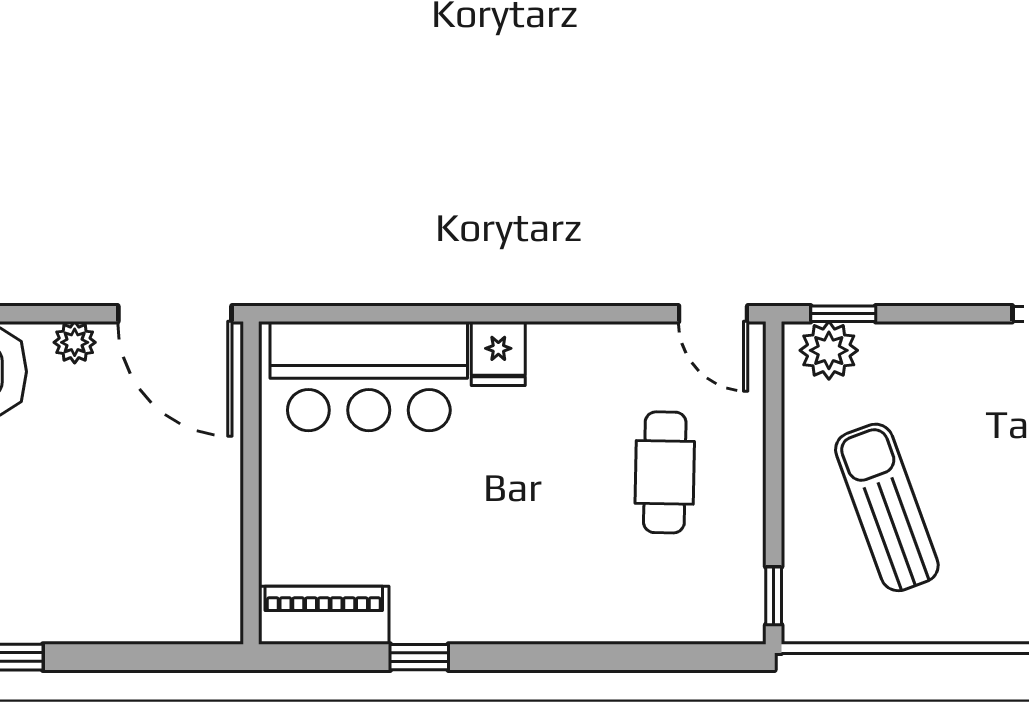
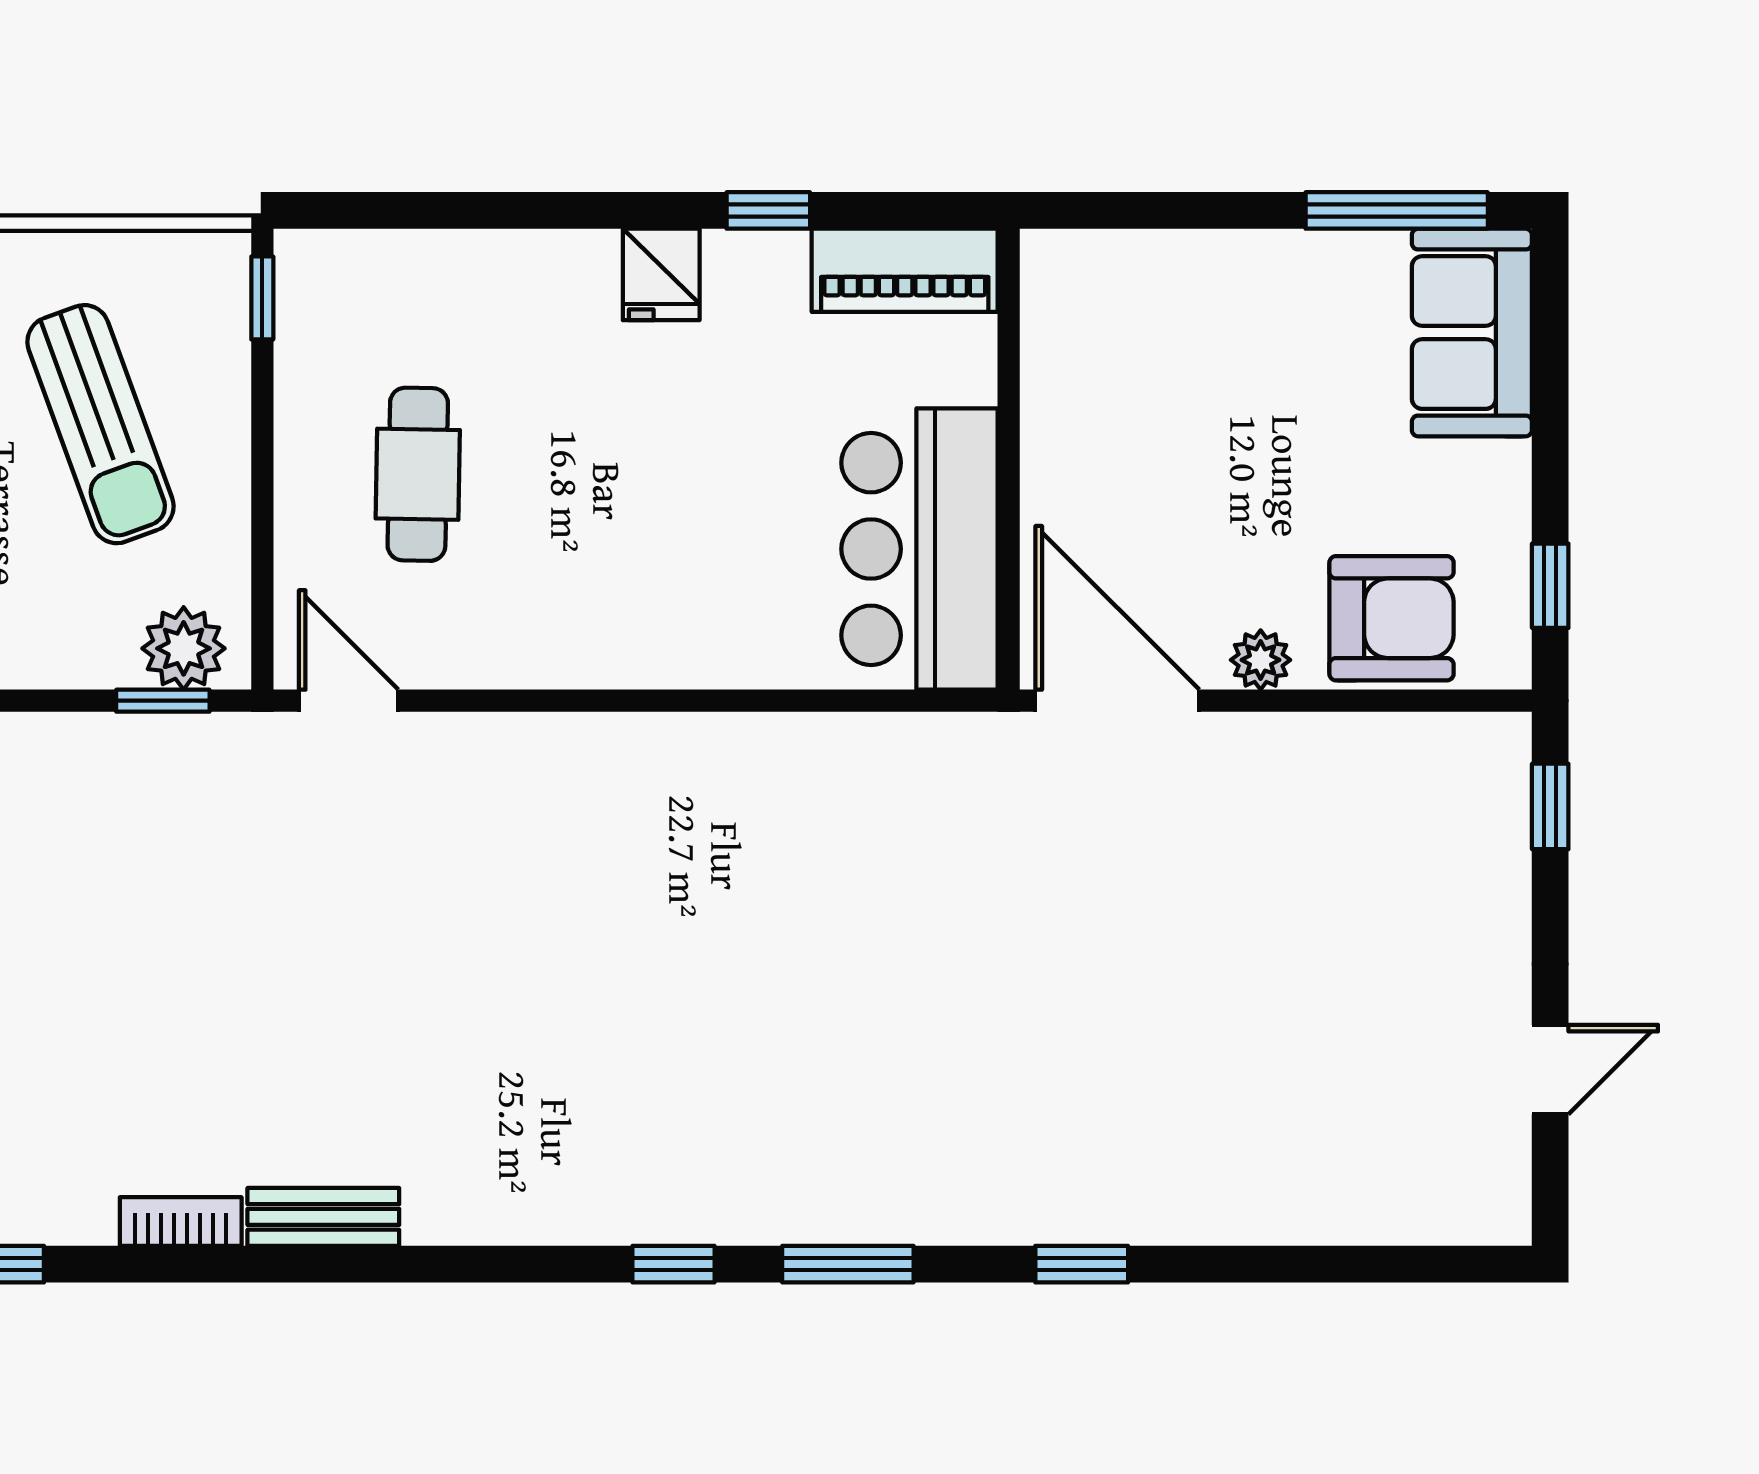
fridge: (498, 354) -> (661, 274), moved, turned 180
bar counter: (369, 376) -> (920, 549), moved, turned -90

